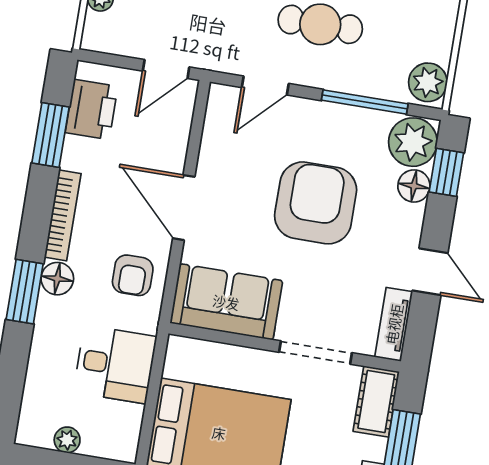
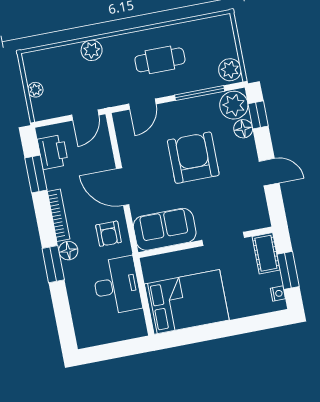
tv unit: (394, 324) -> (260, 208), removed
desk: (115, 364) -> (117, 286), width x1.37
plant: (67, 440) -> (106, 336), removed

